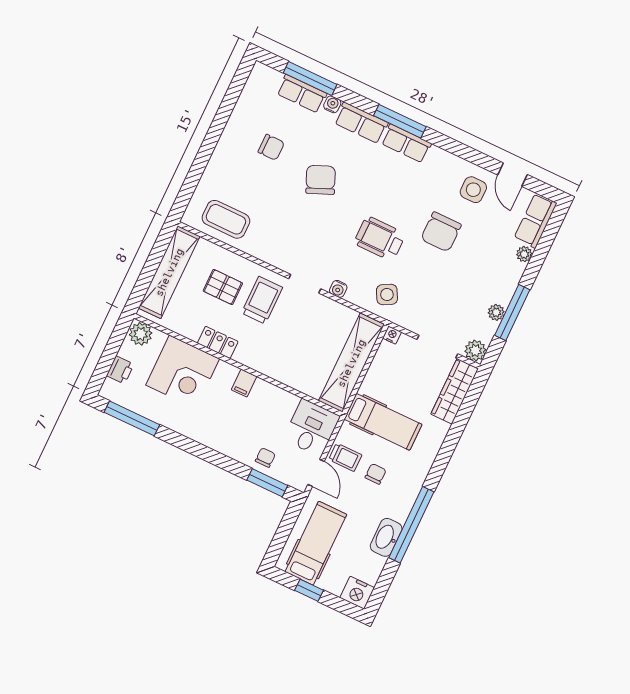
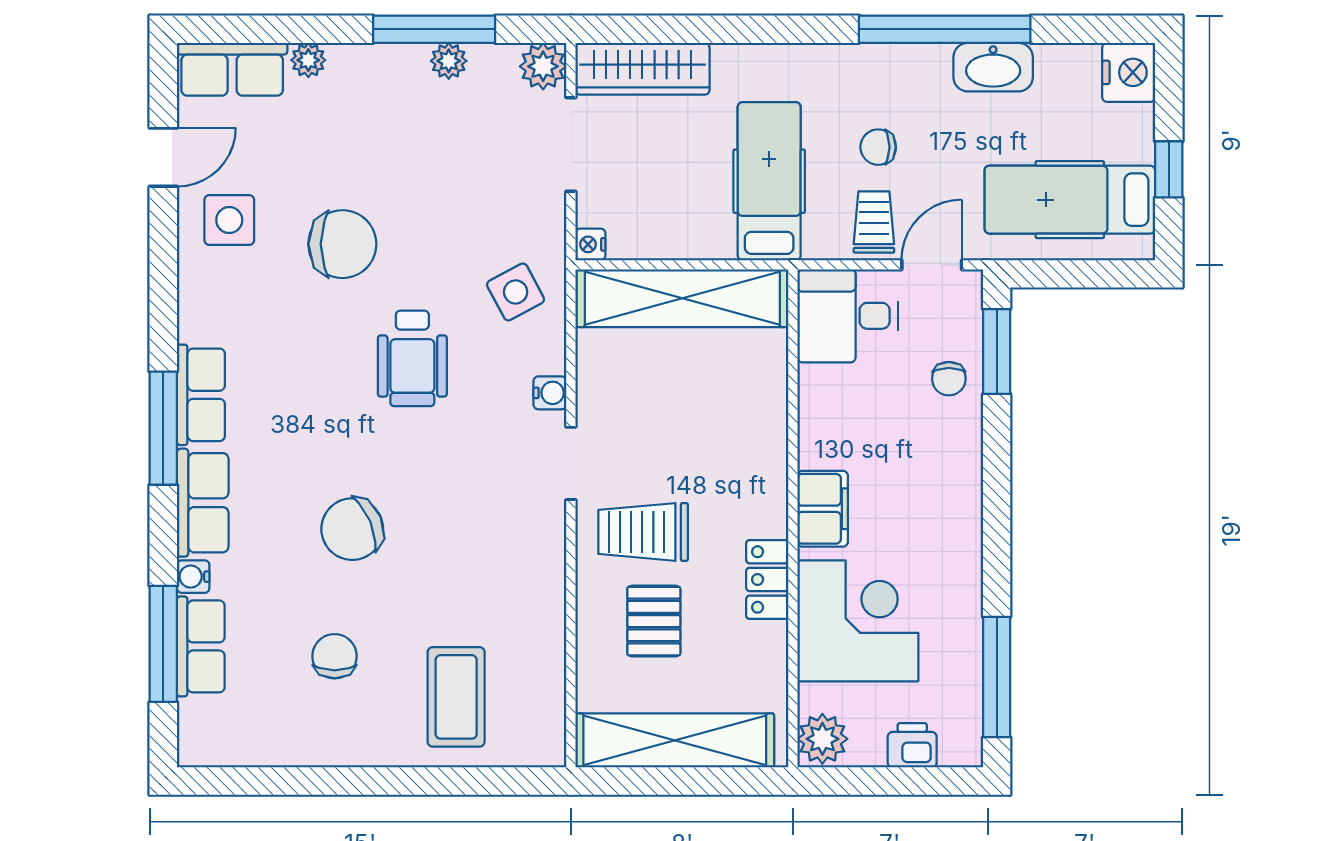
coffee table: (226, 219) -> (456, 697), moved
filing cabinet: (244, 383) -> (823, 509), width x2.00
chair: (265, 457) -> (949, 379), turned -90

